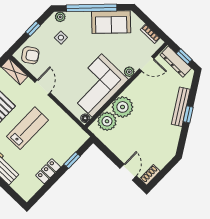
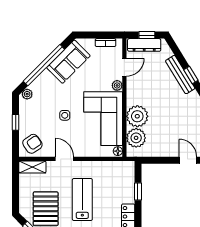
side table: (61, 38) -> (65, 115), moved

